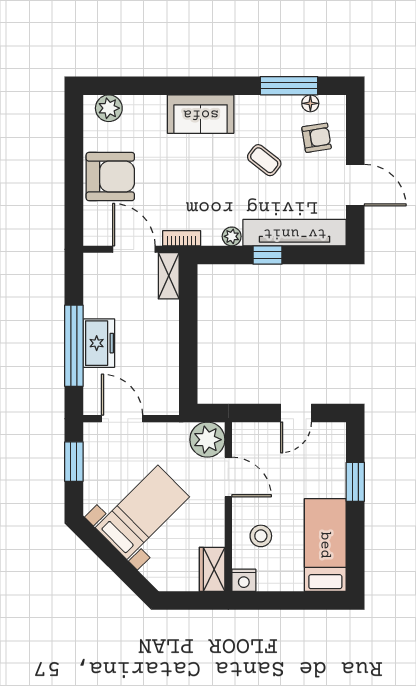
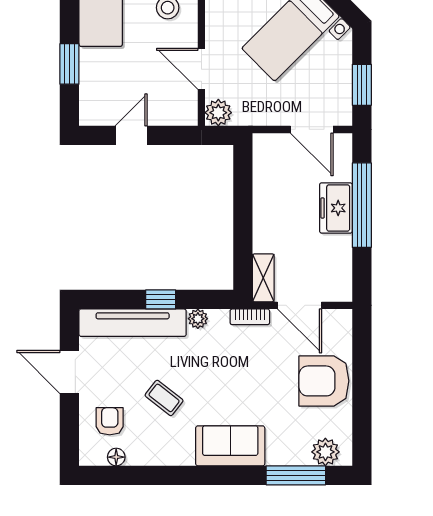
window: (289, 86) -> (296, 475), moved
armchair: (317, 138) -> (110, 421), turned 99
plant: (207, 440) -> (218, 113), width x0.73, depth x0.73

